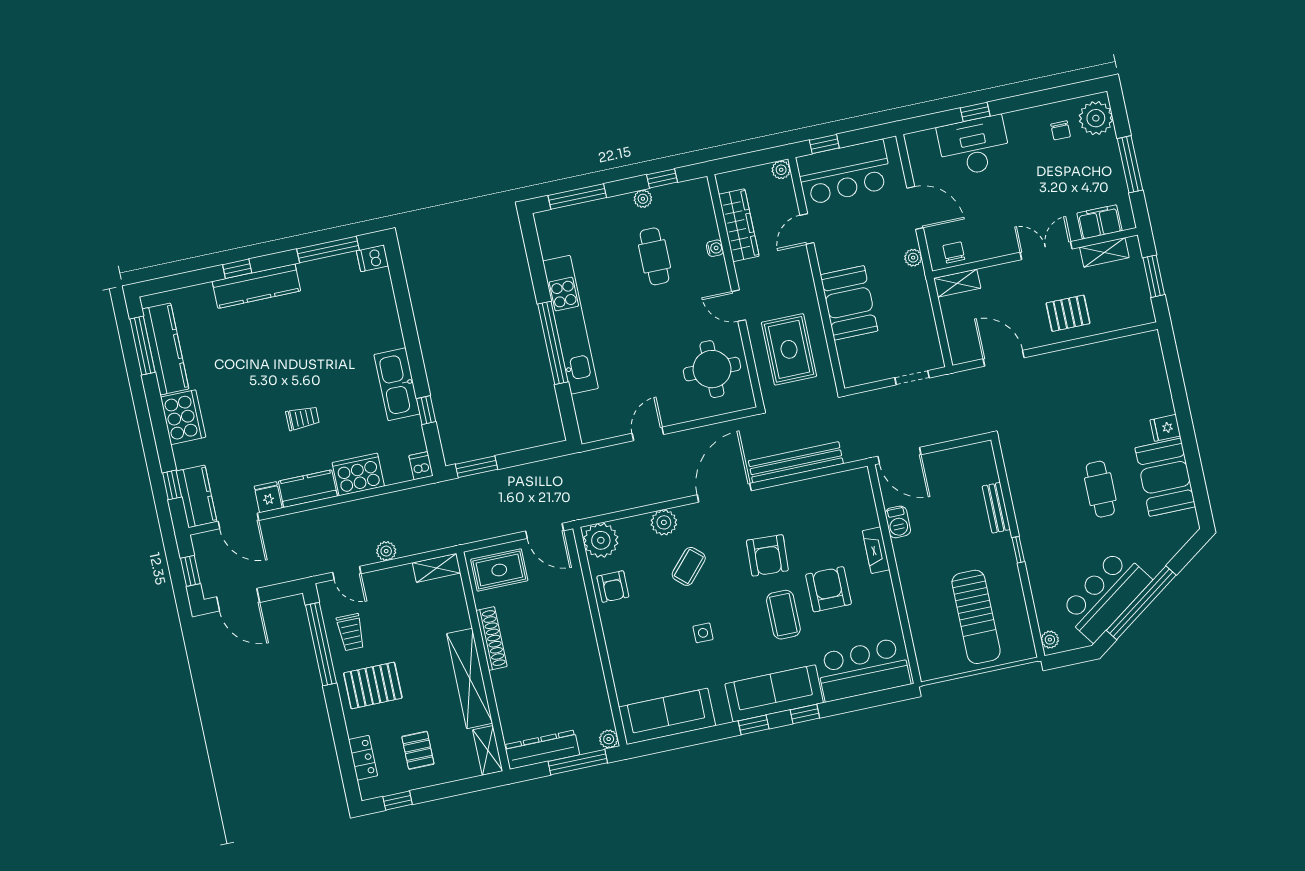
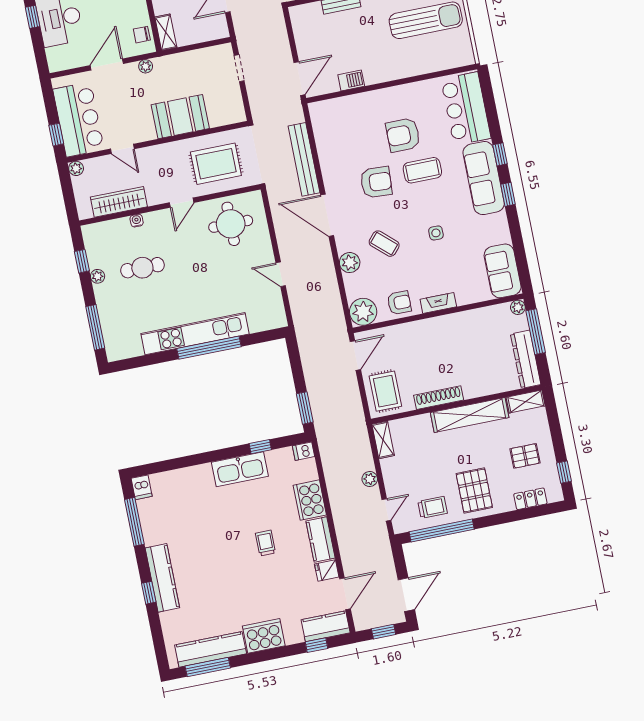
fireplace: (876, 550) -> (438, 303), moved, turned 180
sofa: (667, 716) -> (503, 271), width x0.73

